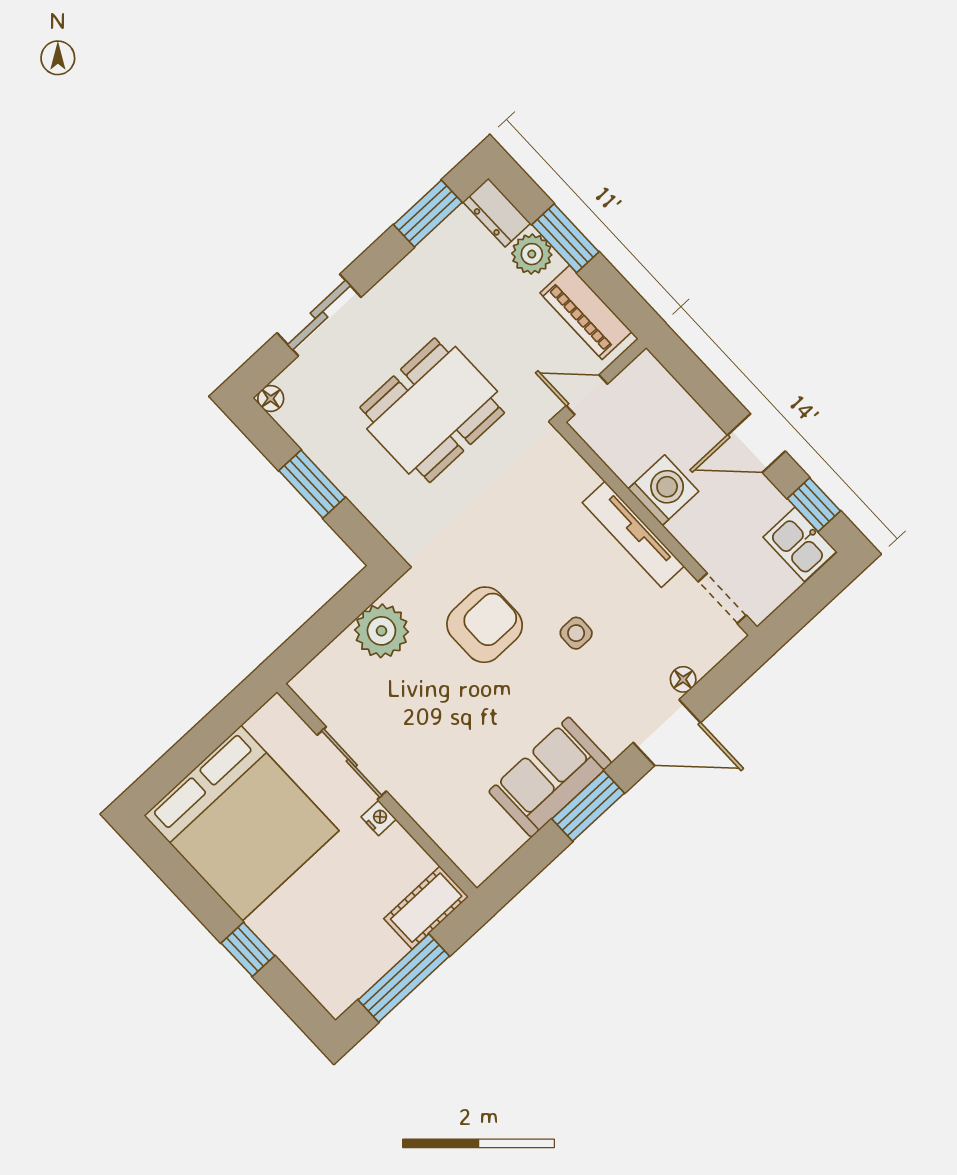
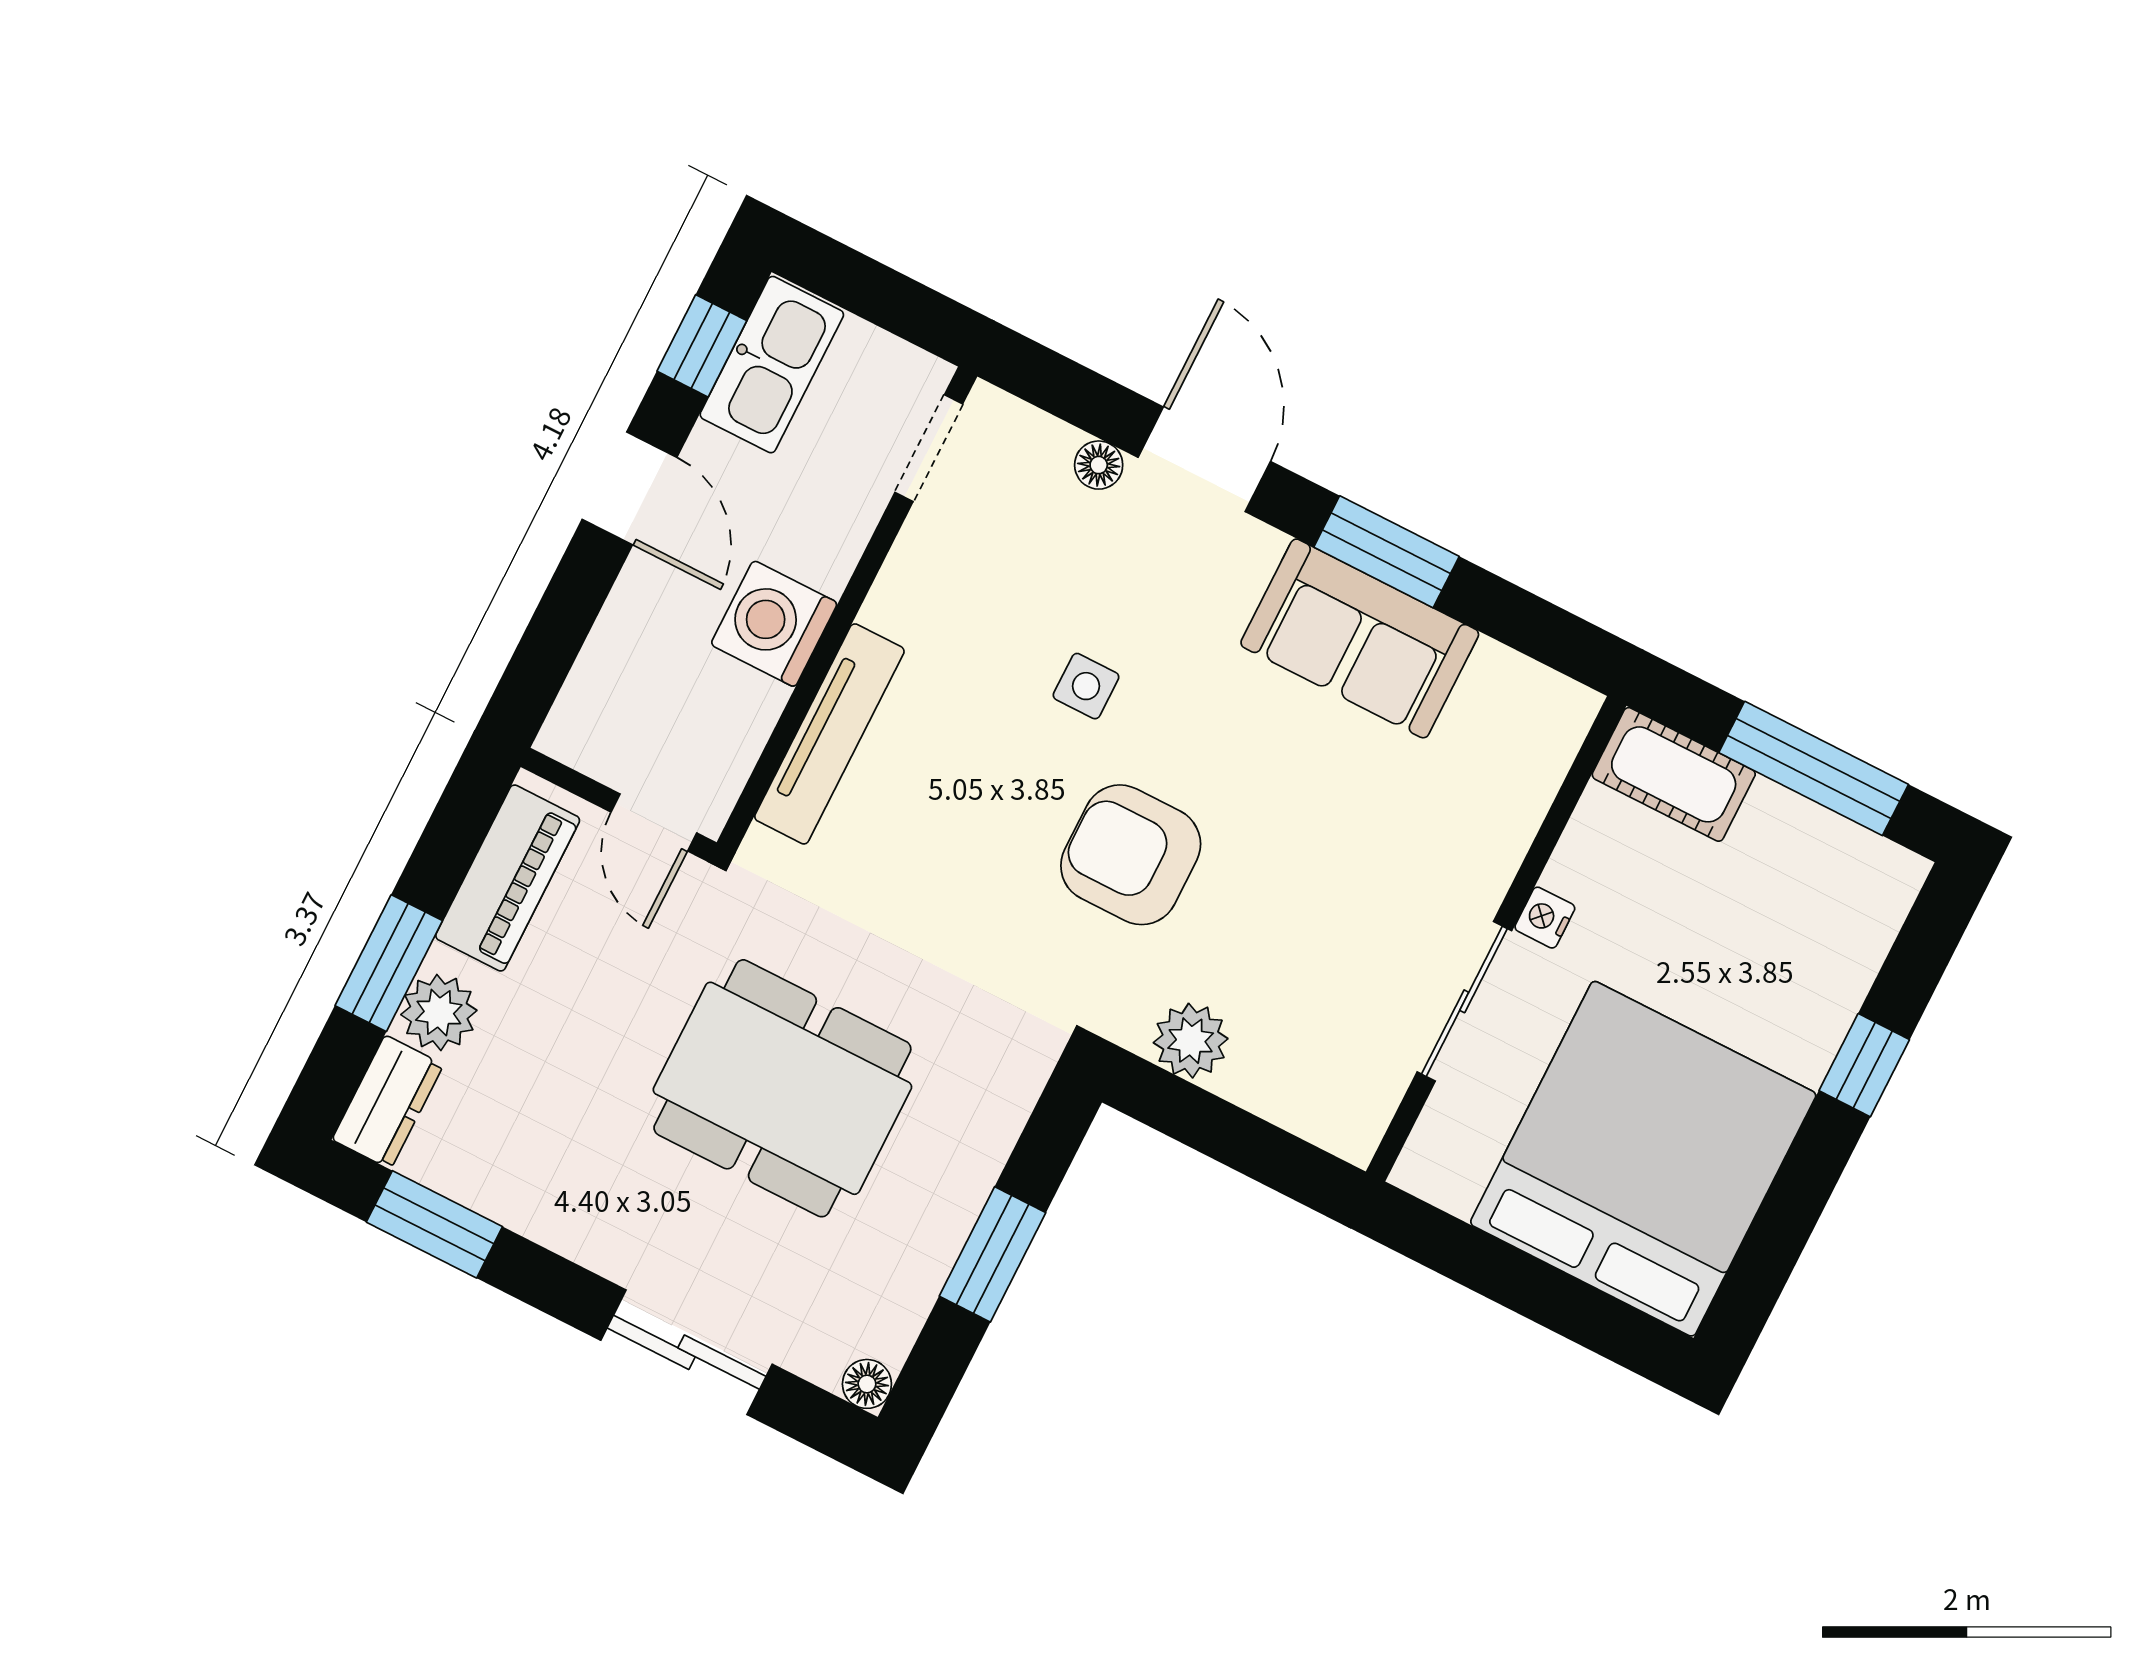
tv unit: (633, 534) -> (829, 734), moved
kitchen sink: (800, 544) -> (772, 365), width x1.38
plant: (381, 631) -> (1191, 1041), width x0.73, depth x0.73

